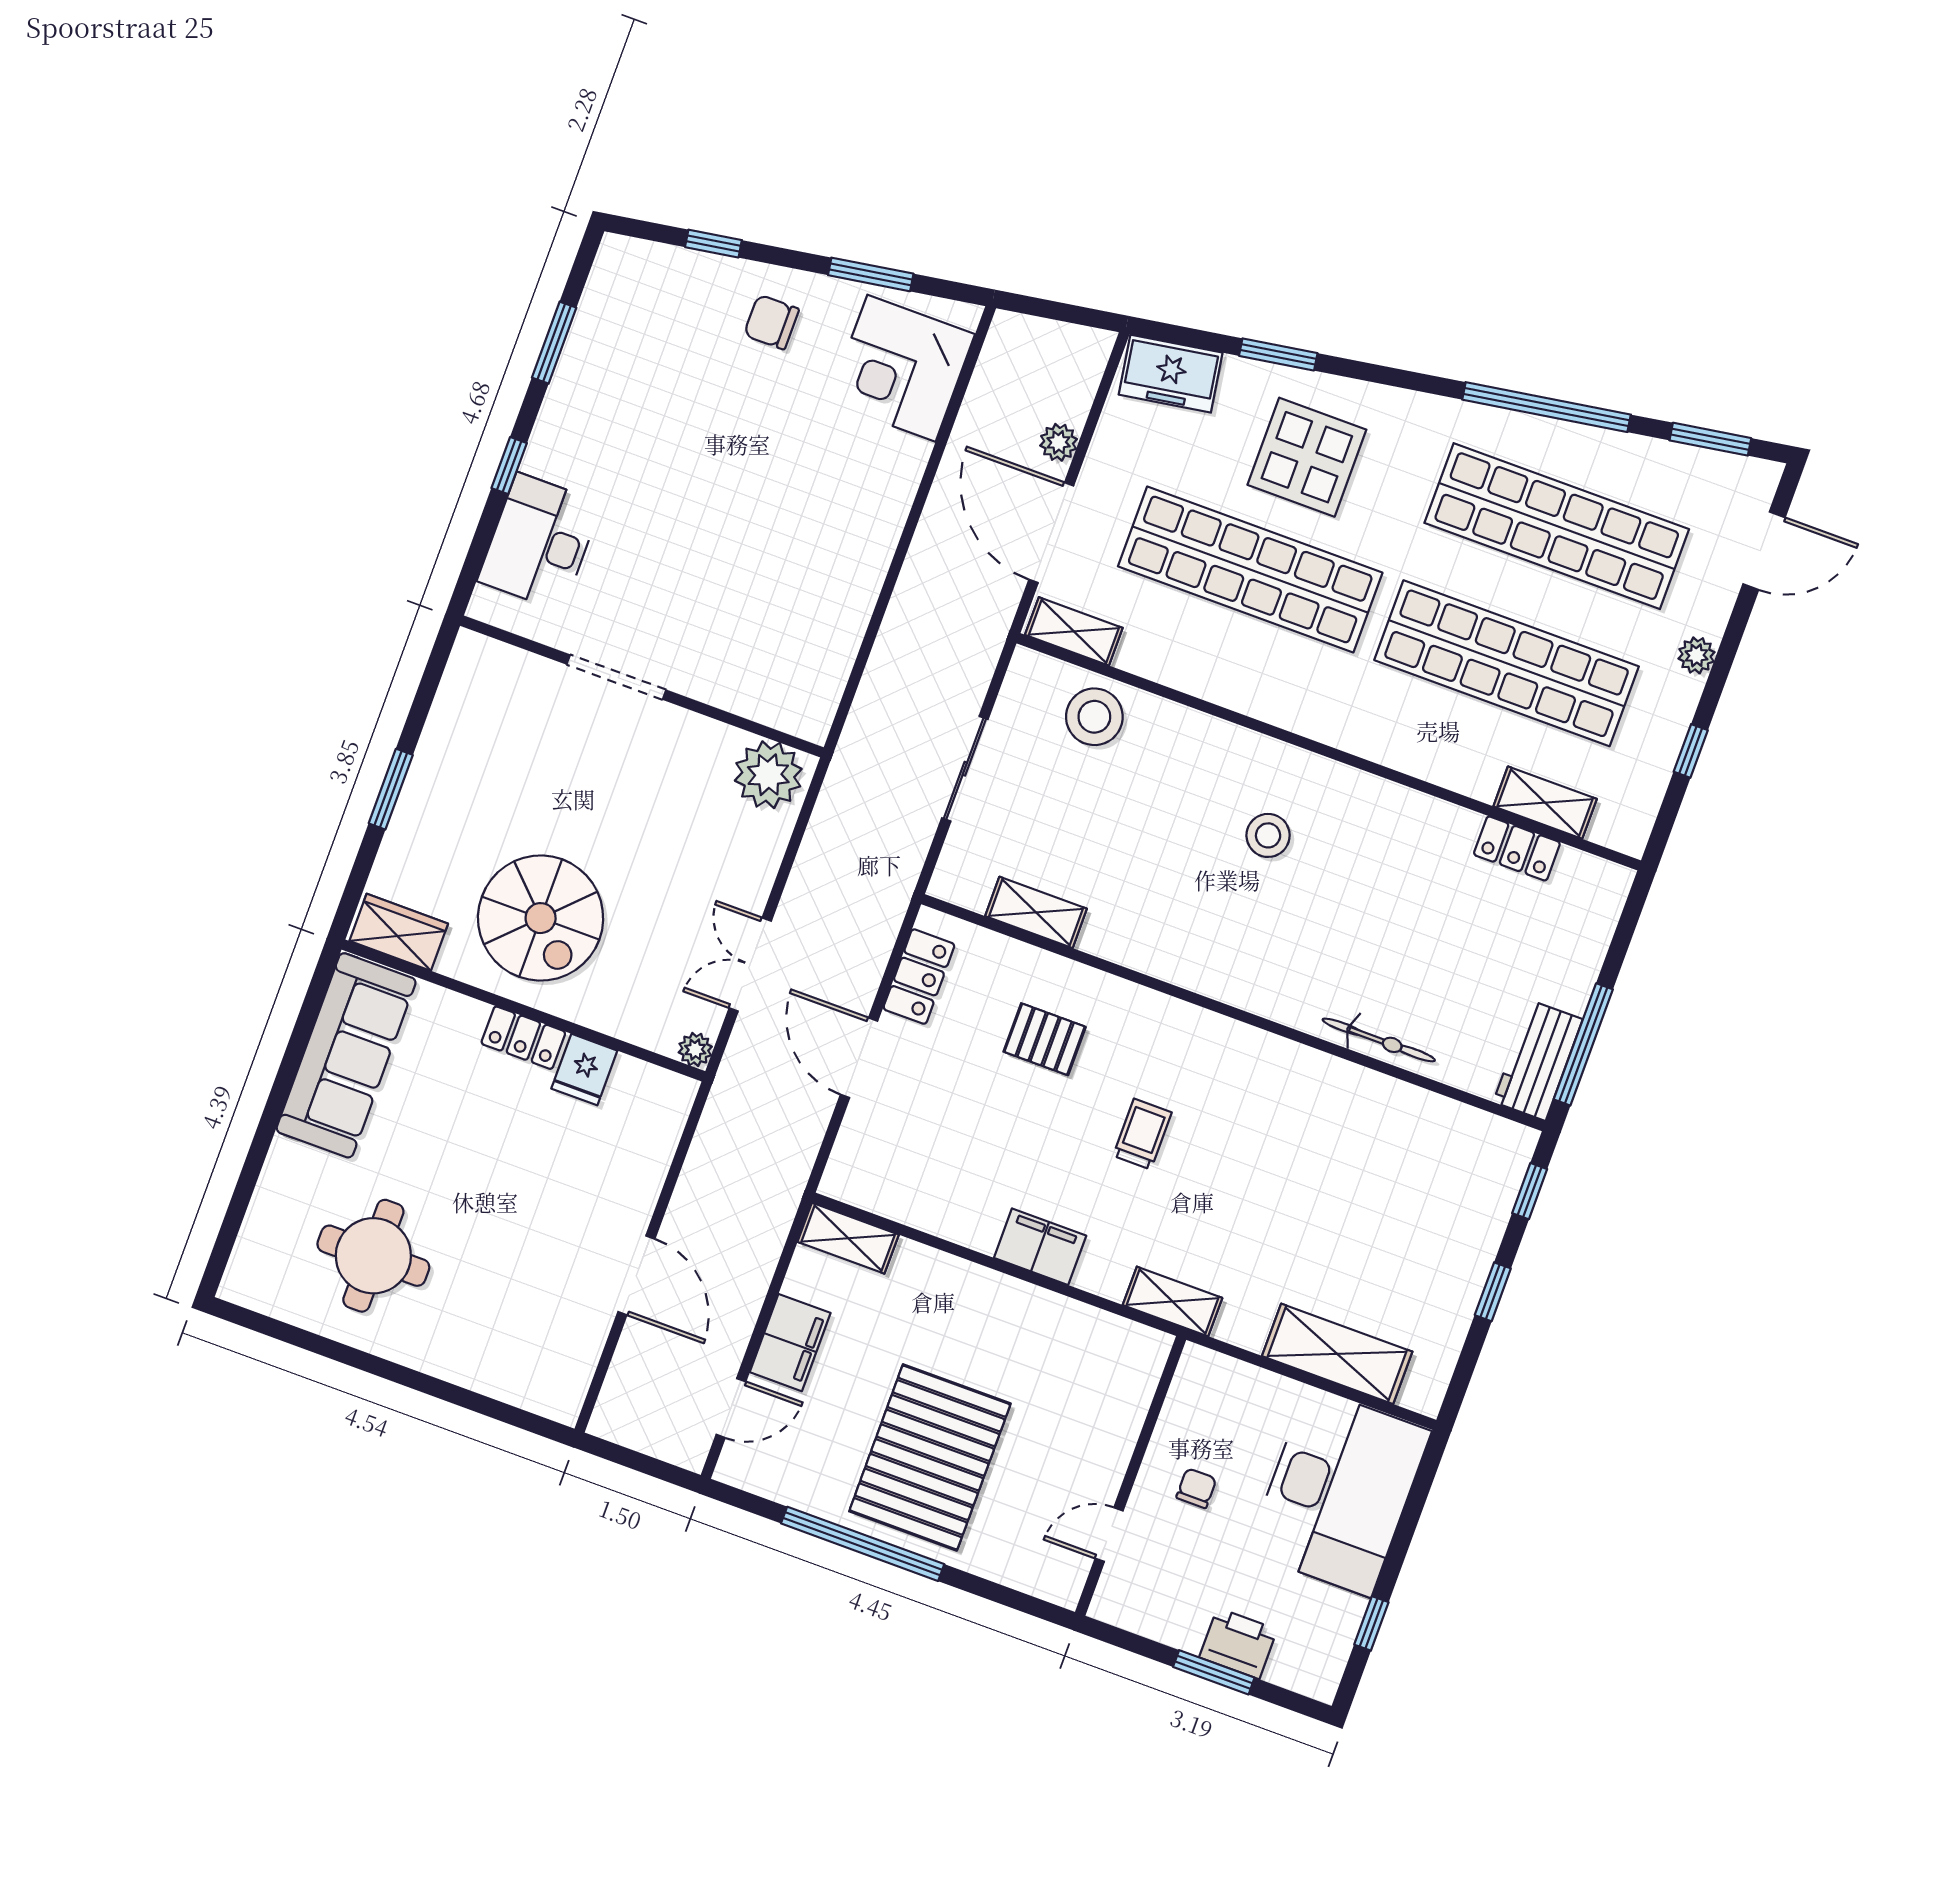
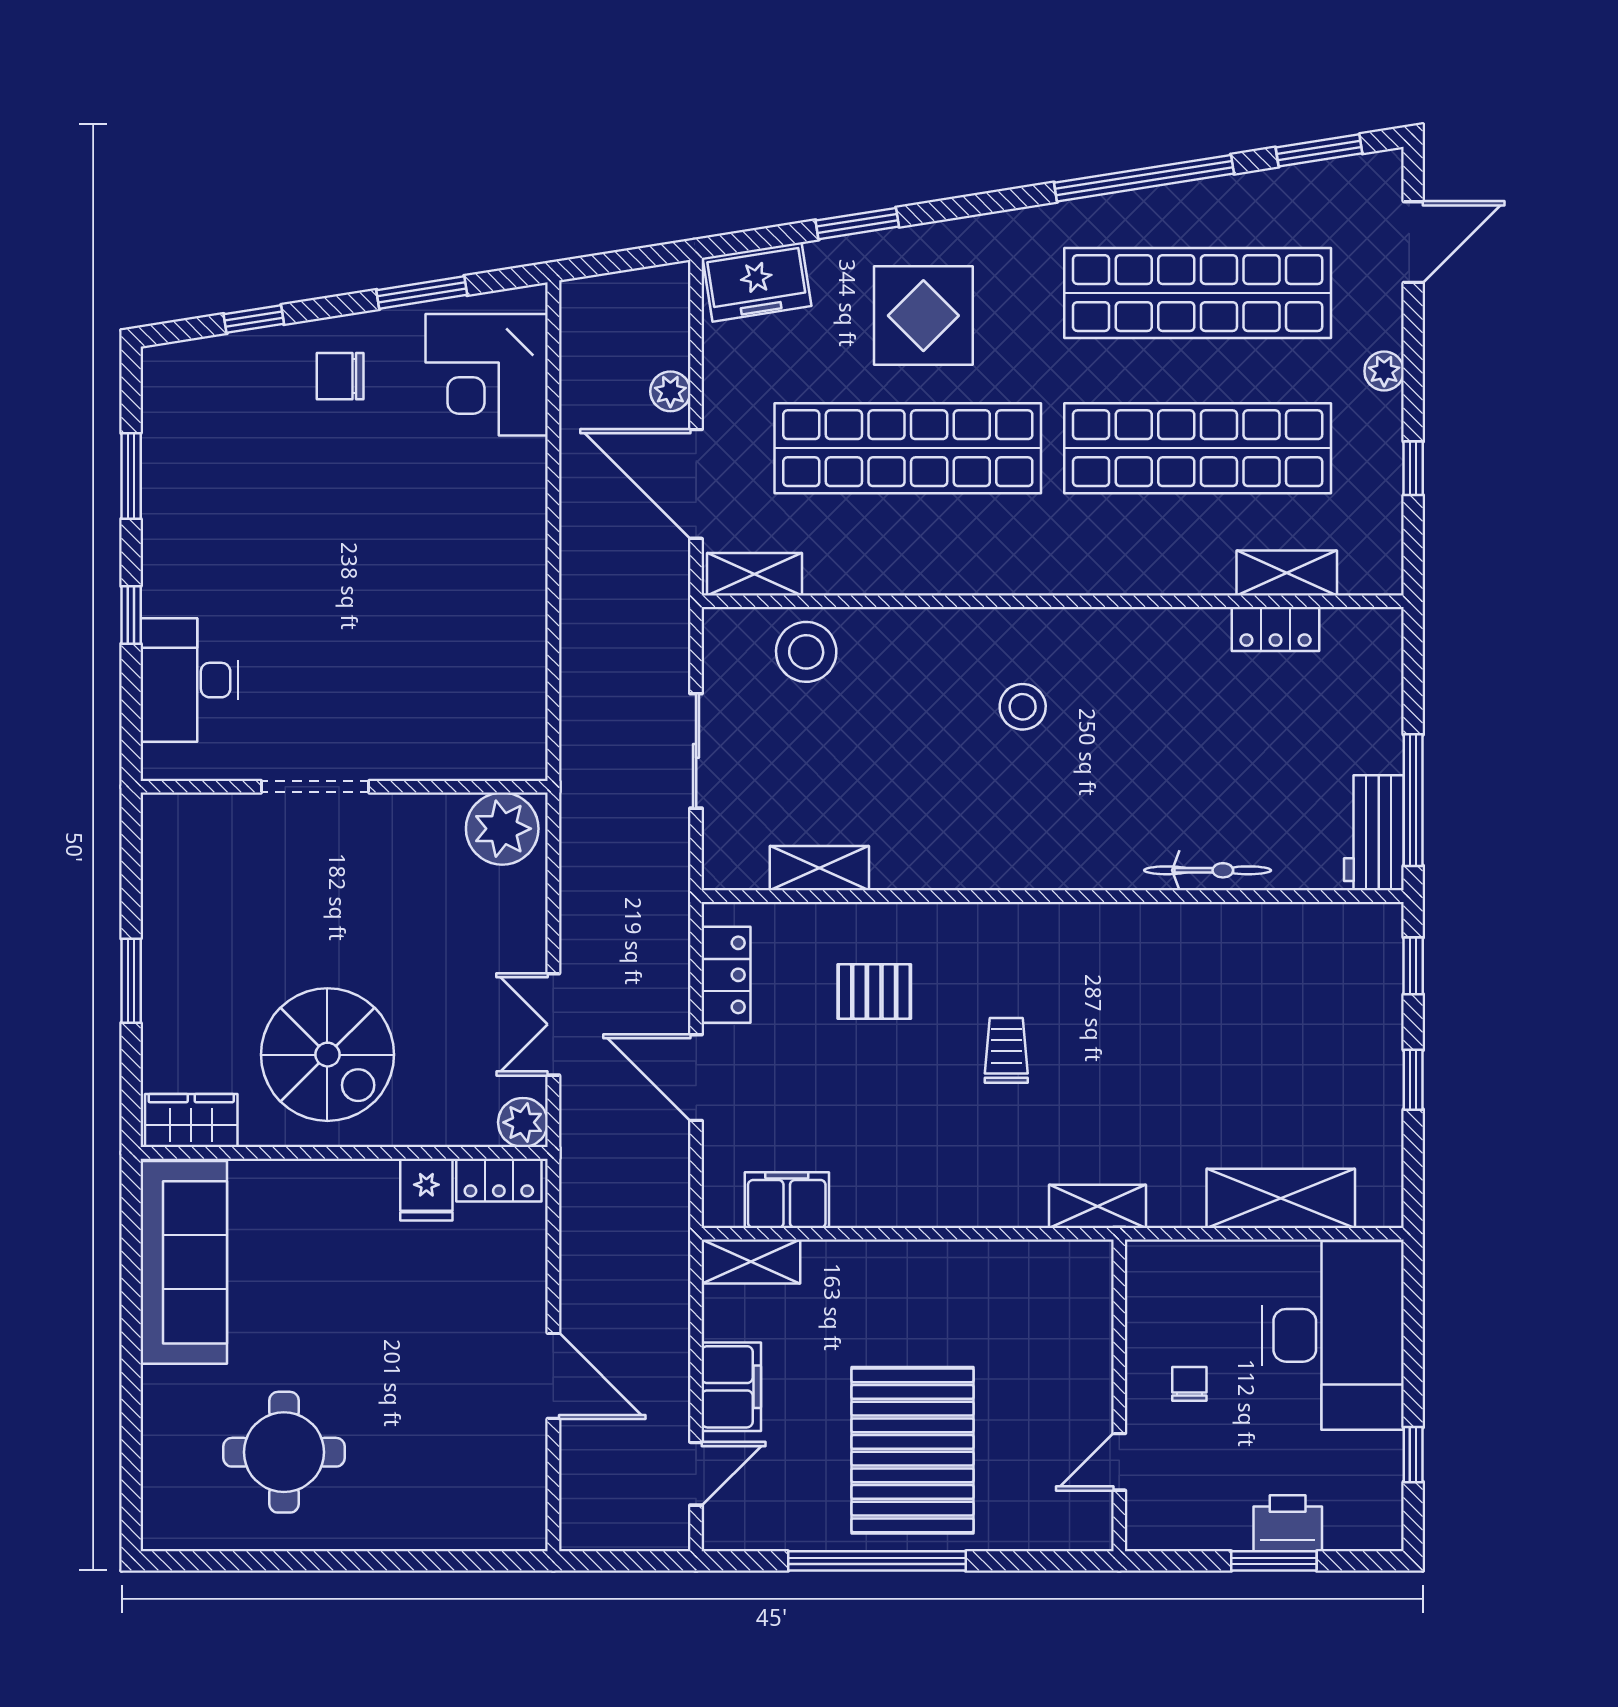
locker: (523, 1038) -> (499, 1180), moved
plant: (695, 1050) -> (523, 1122), width x1.38, depth x1.38
filing cabinet: (1040, 1247) -> (787, 1200), moved

